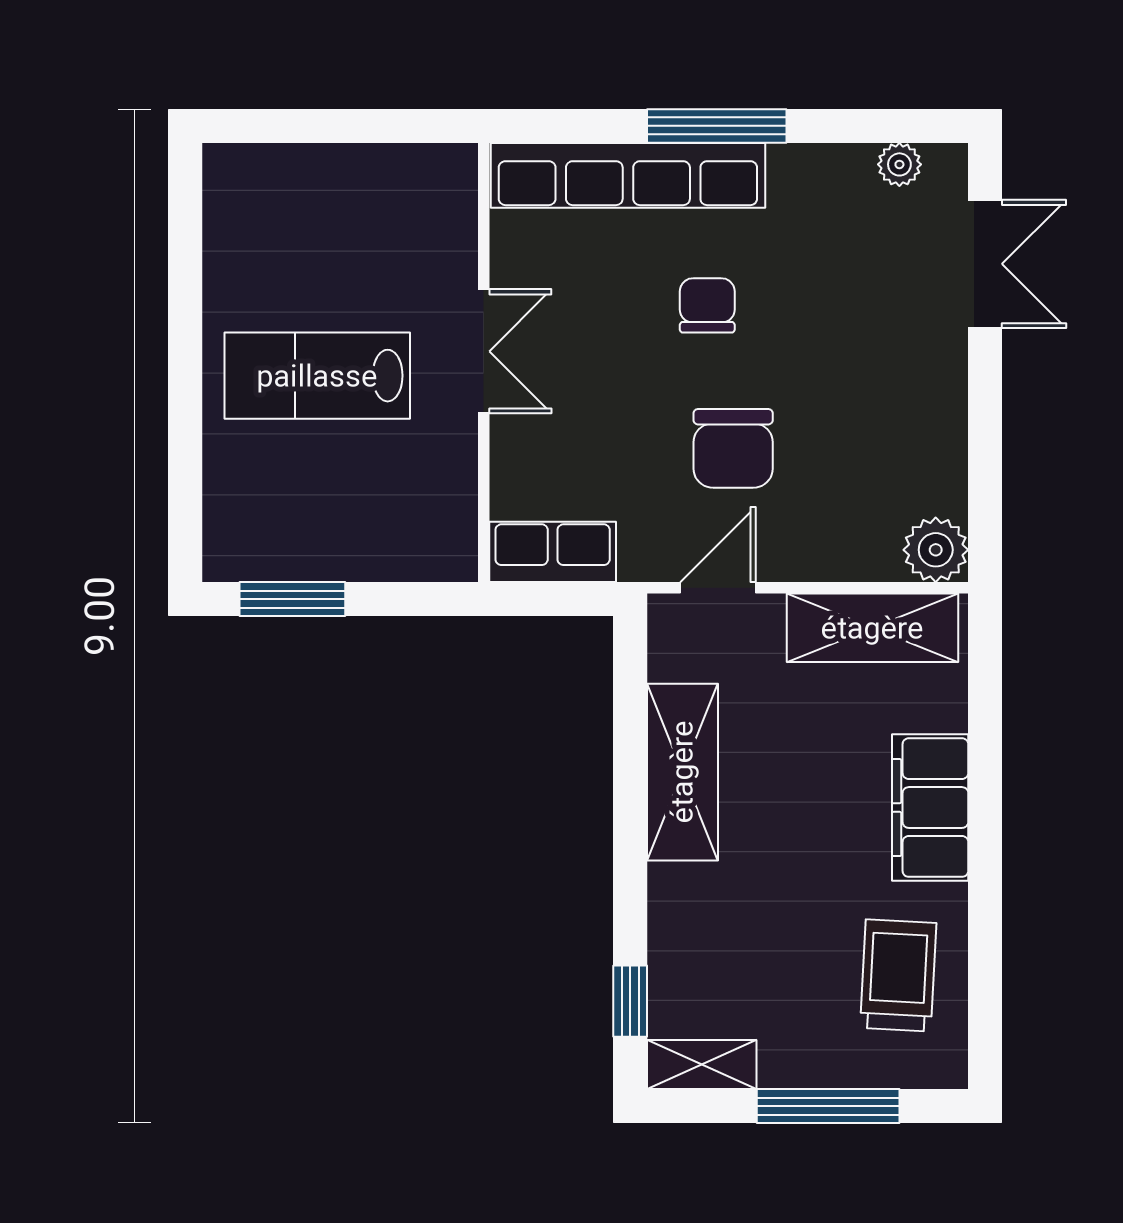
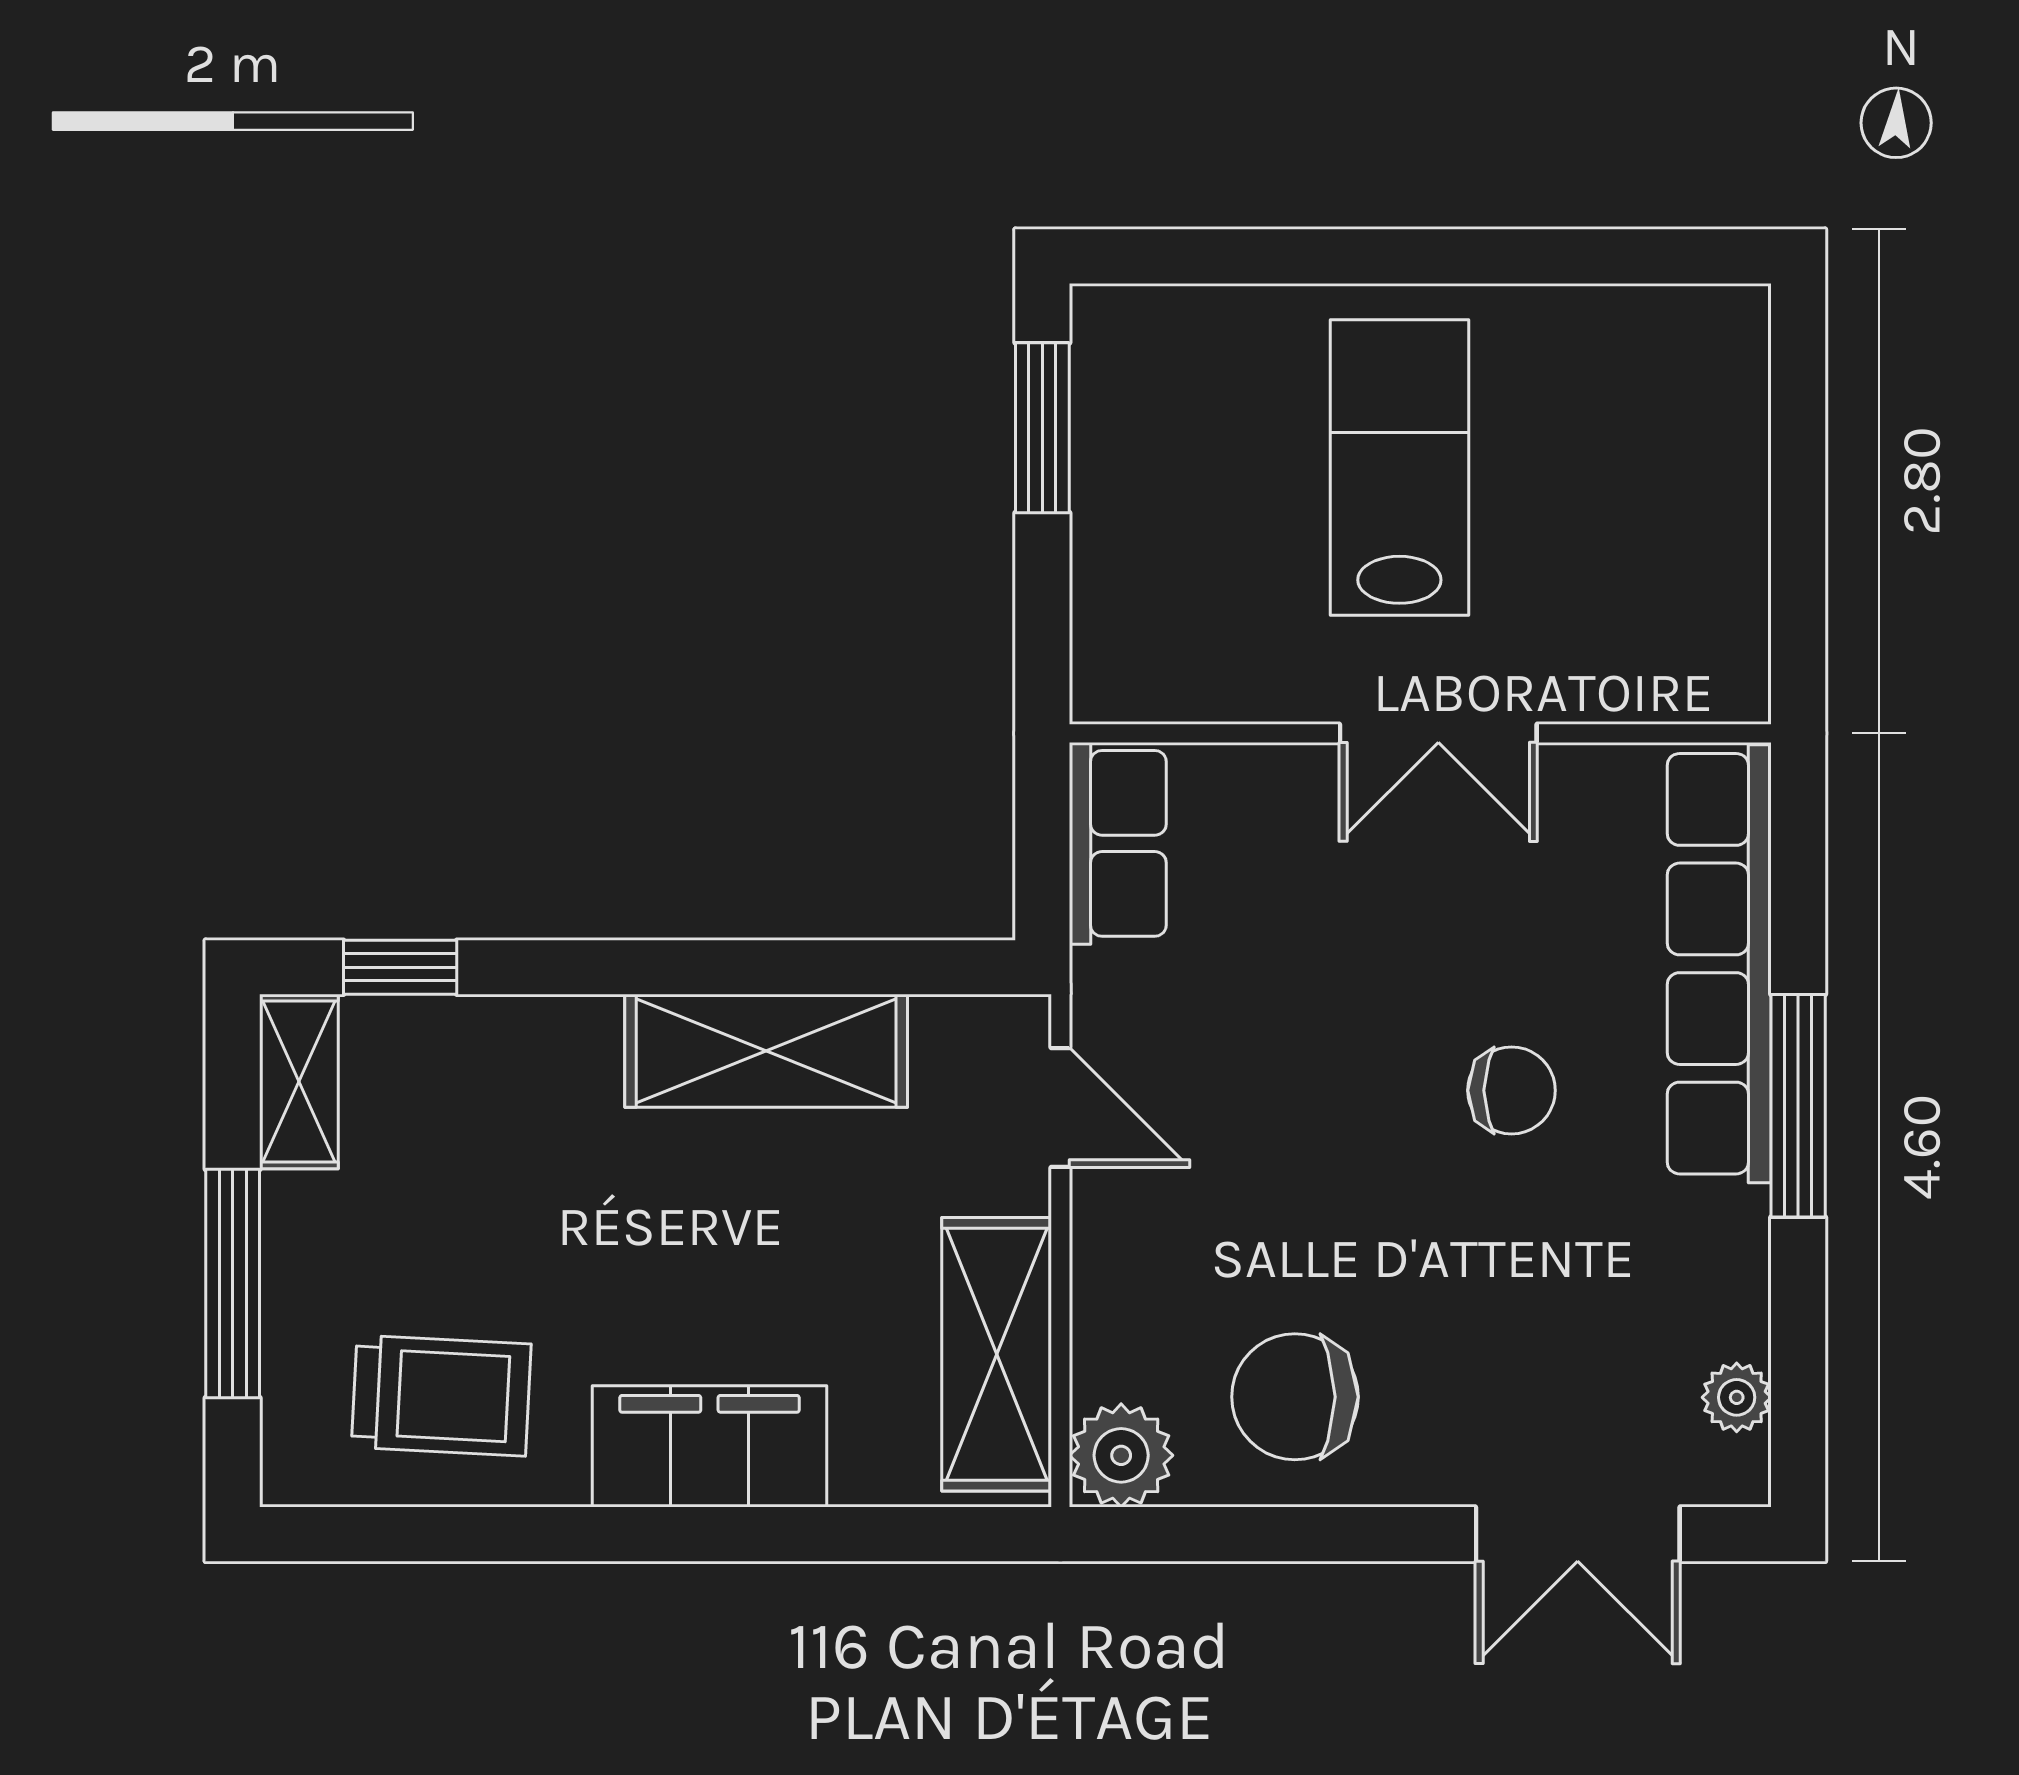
chair: (733, 448) -> (1295, 1397), moved

